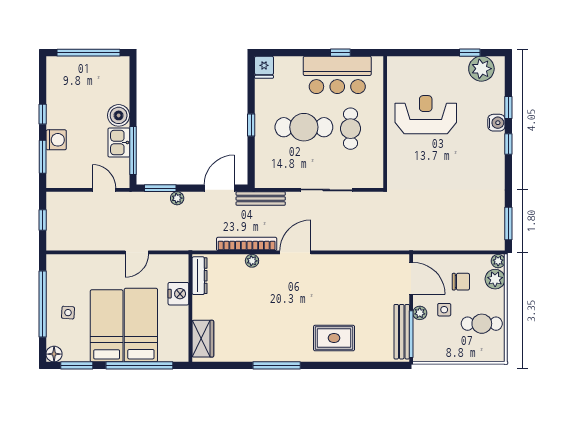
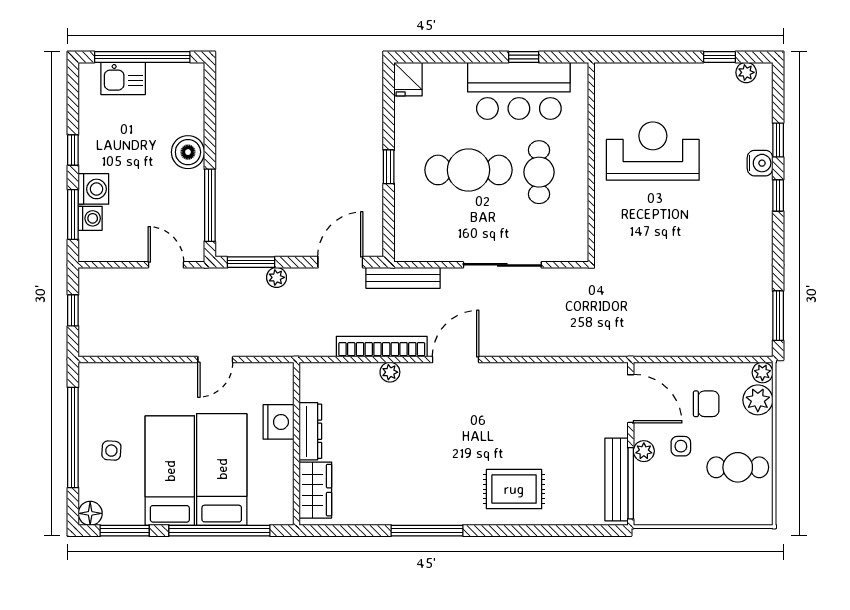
plant: (481, 69) -> (746, 72), width x0.53, depth x0.53
kitchen sink: (119, 142) -> (123, 78), moved, turned -90
washing machine: (54, 159) -> (90, 218), added
dresser: (200, 276) -> (310, 431), moved

